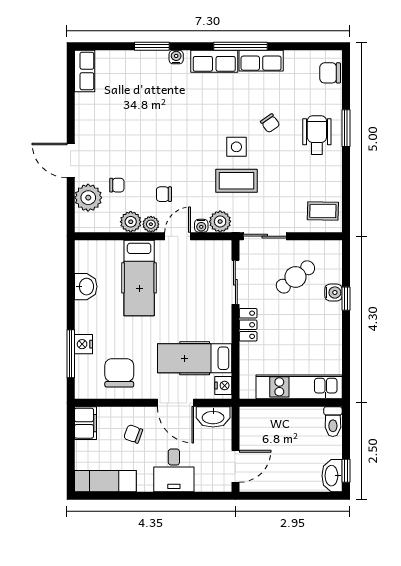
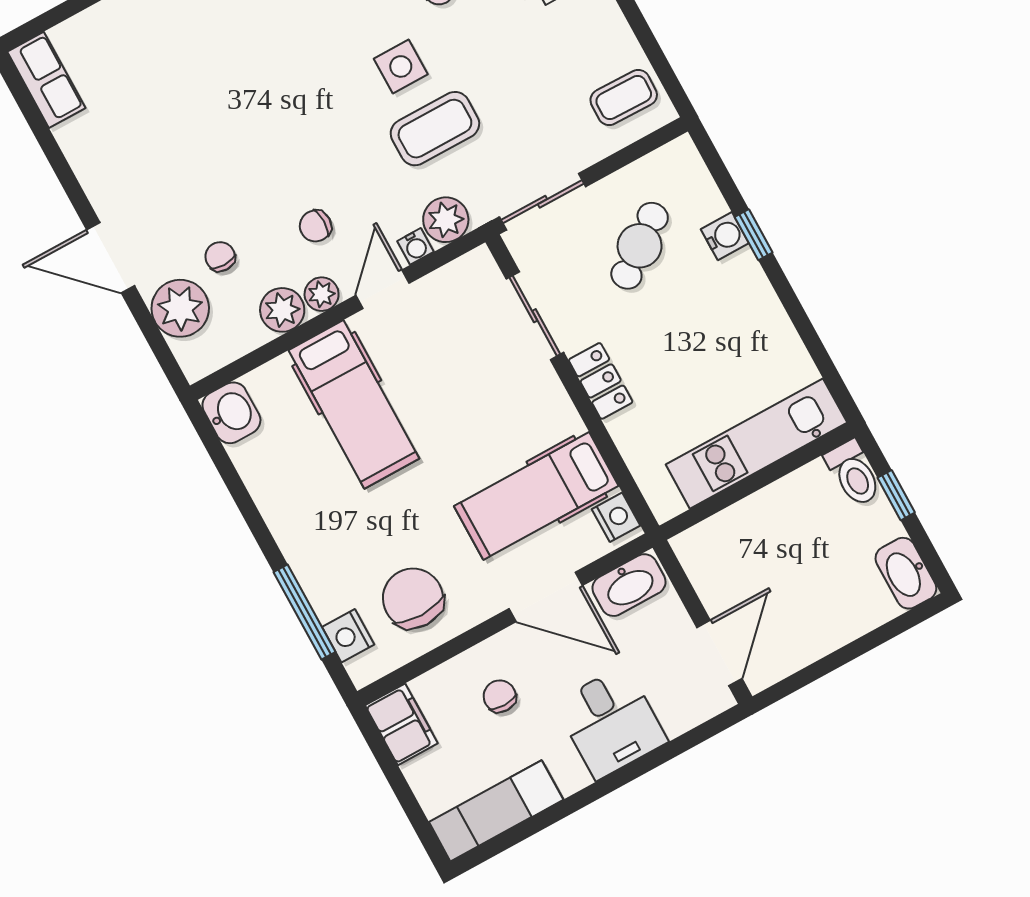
chair: (117, 185) -> (220, 257), turned -90
washbasin: (86, 287) -> (231, 413), moved
nightstand: (84, 344) -> (348, 636), moved
chair: (133, 434) -> (500, 696), turned 70
window: (346, 471) -> (896, 495), moved

